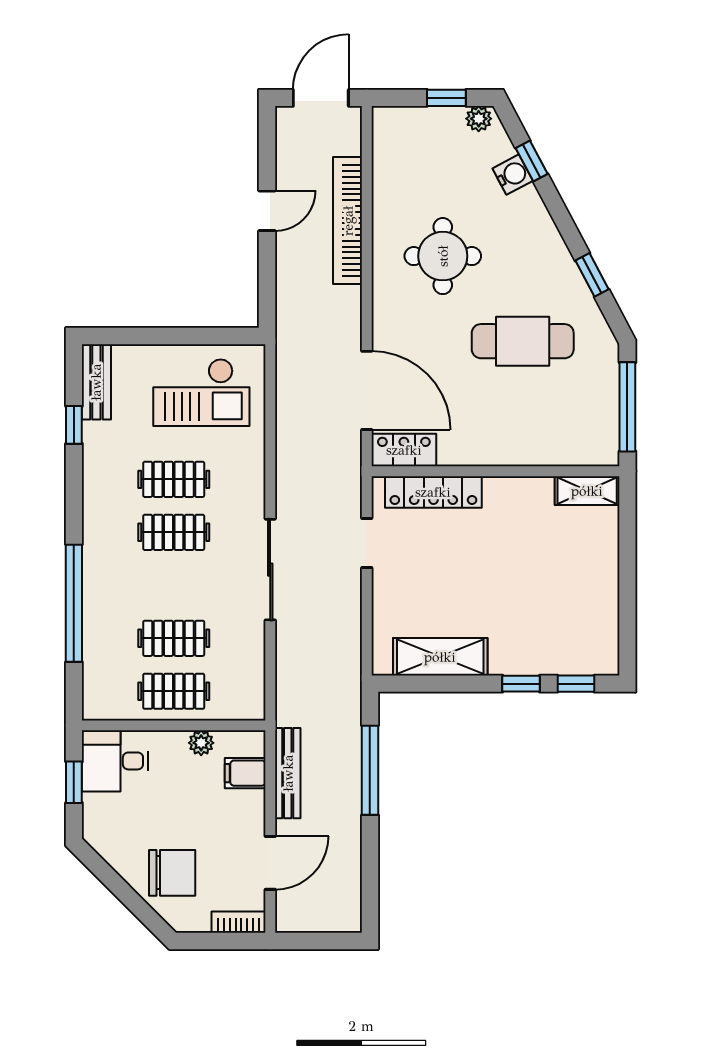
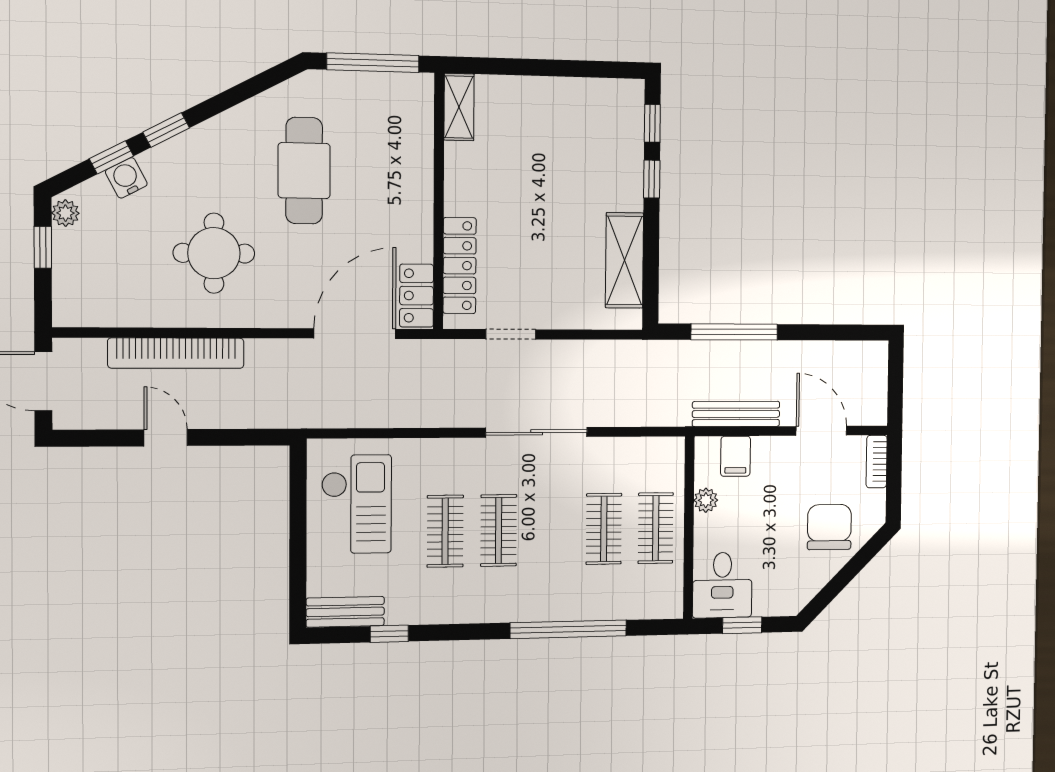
window: (592, 275) -> (166, 130), moved

